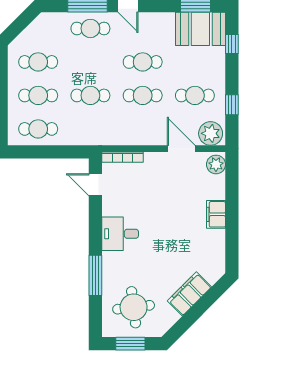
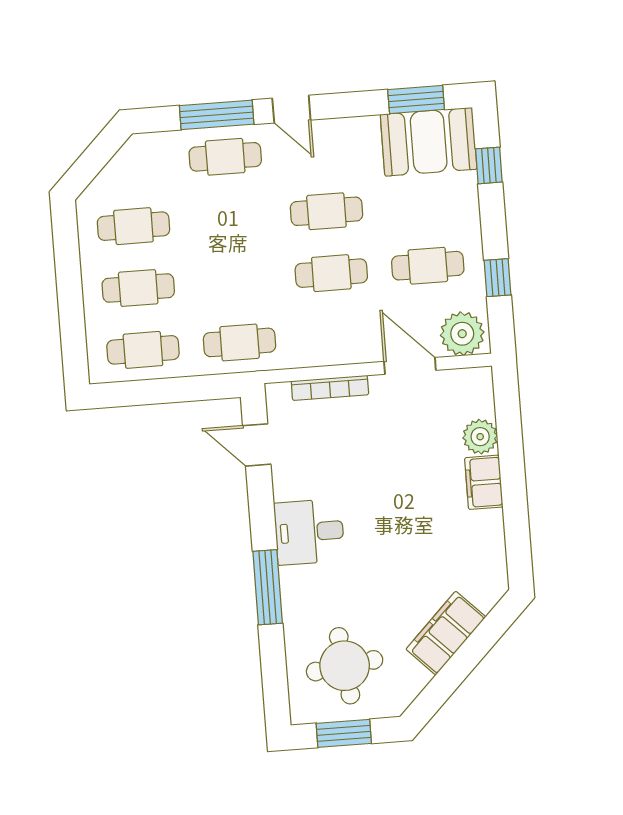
cafe table: (90, 95) -> (240, 342), moved
bookcase: (123, 157) -> (330, 388), moved
plant: (216, 164) -> (480, 437), moved
window: (95, 275) -> (268, 587), moved

